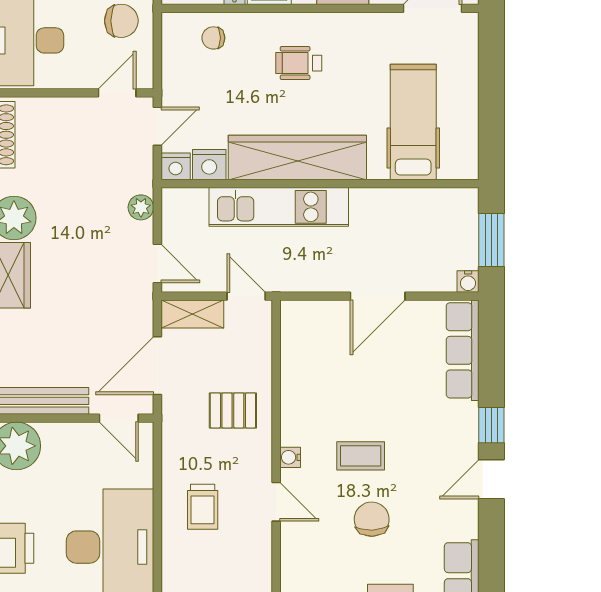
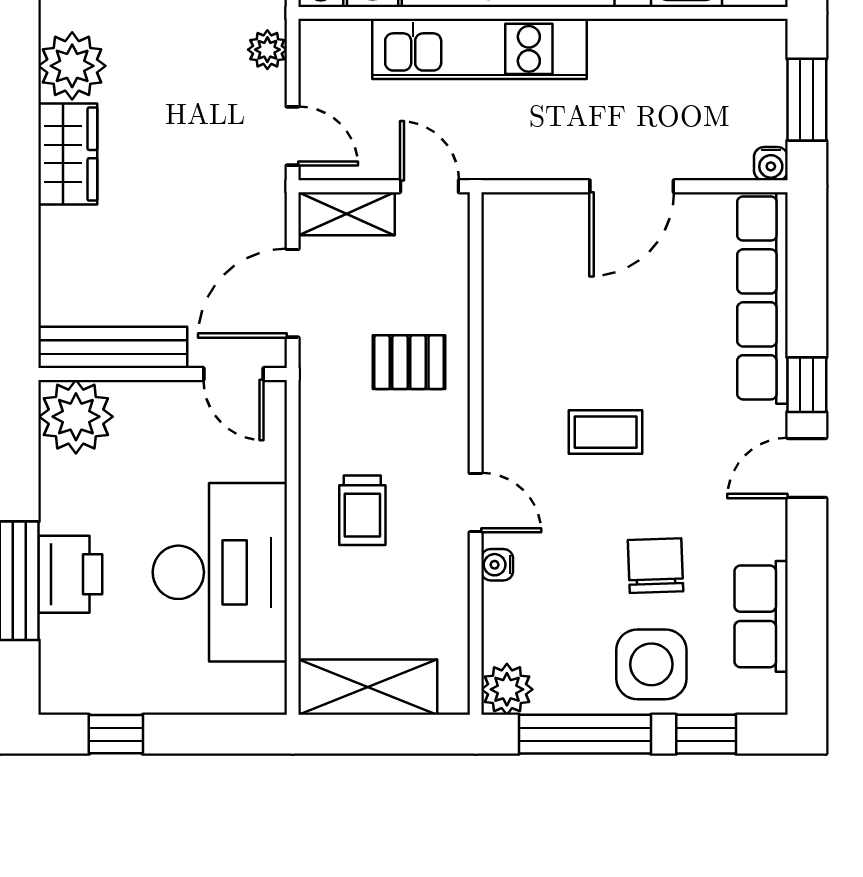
row of seats: (463, 350) -> (762, 298), width x1.36
water cooler: (290, 457) -> (497, 565), moved
chair: (372, 519) -> (656, 566), moved

